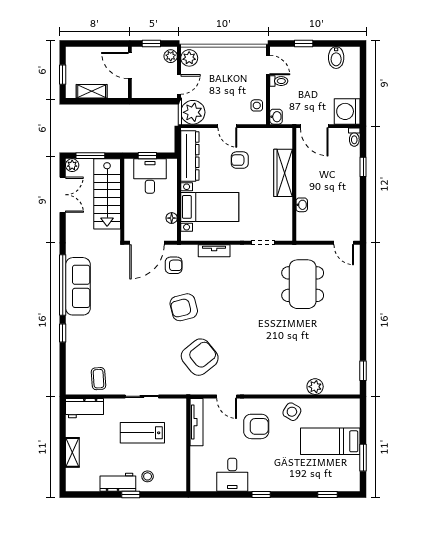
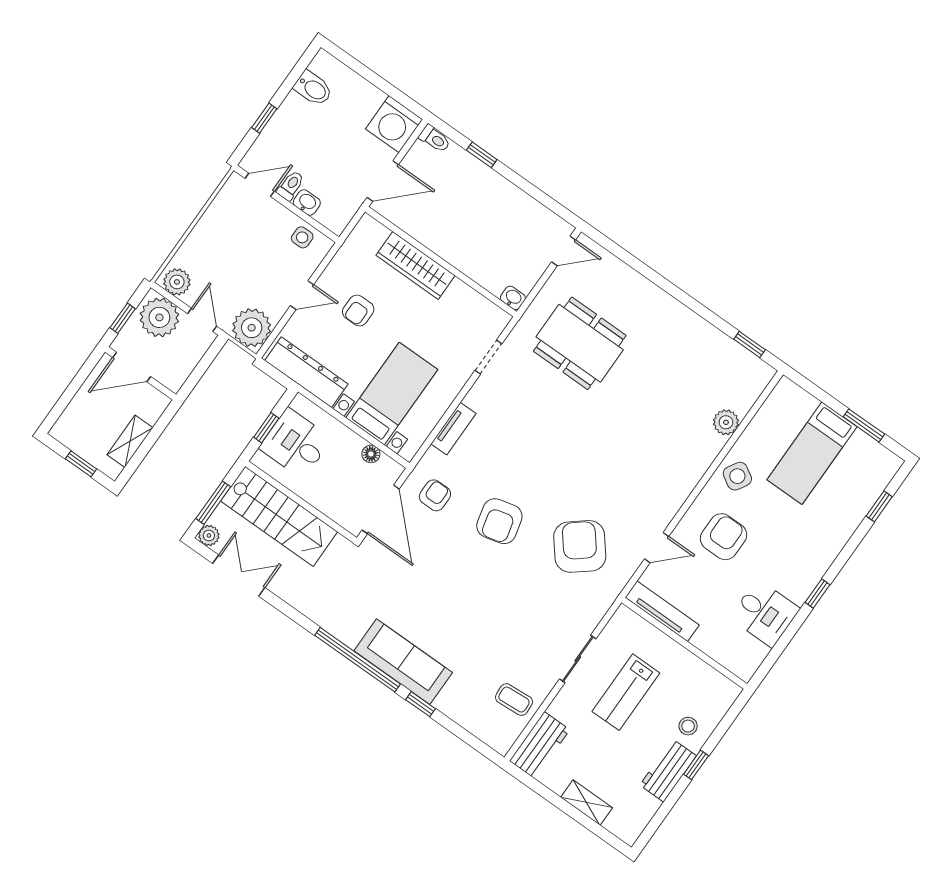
plant: (171, 56) -> (159, 317), width x1.88, depth x1.88
washbasin: (276, 117) -> (307, 203), moved
washbasin: (302, 205) -> (513, 298), moved
sofa: (78, 286) -> (403, 662), moved

